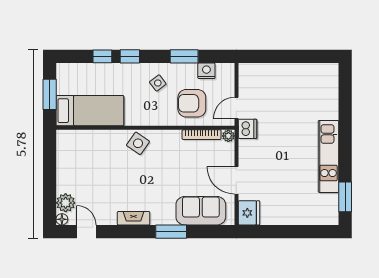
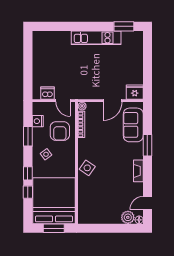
bed: (90, 111) -> (54, 201), width x2.04
dishwasher: (248, 129) -> (48, 93), moved

